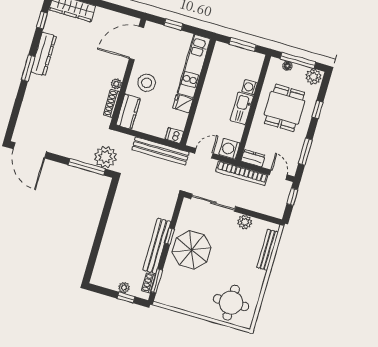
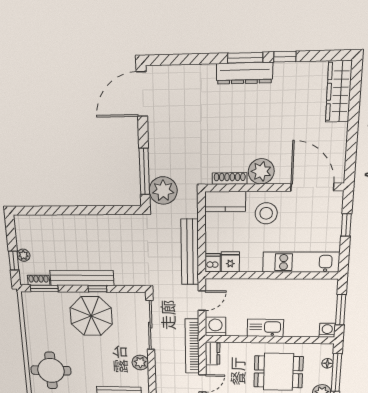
window: (42, 20) -> (285, 57), moved
dresser: (44, 54) -> (245, 73), moved
plant: (116, 84) -> (261, 171), width x1.88, depth x1.88
washing machine: (250, 87) -> (327, 330), moved
fridge: (183, 103) -> (230, 262), moved
door: (204, 153) -> (202, 301), hinge flipped

